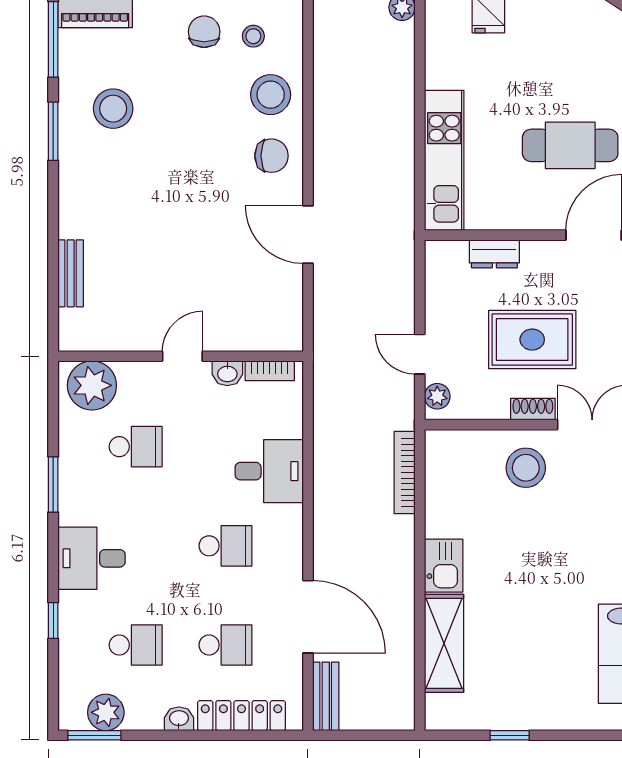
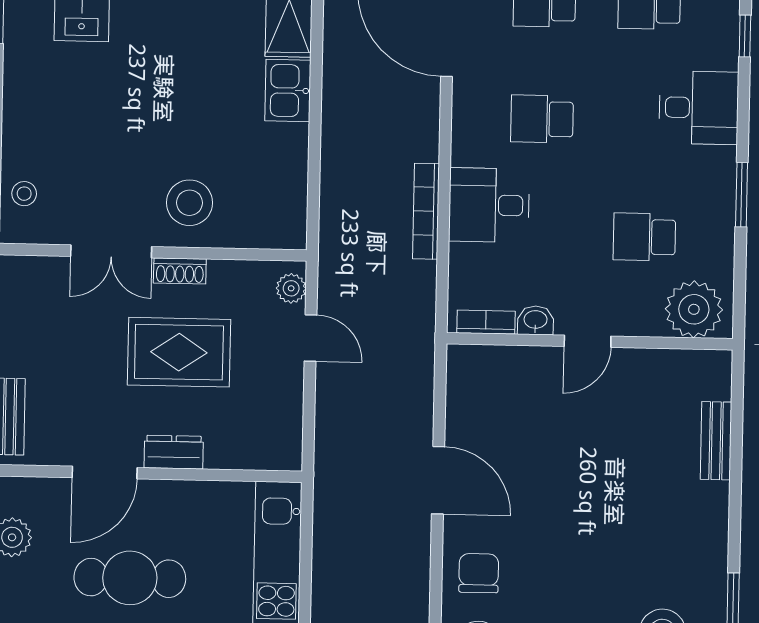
chair: (271, 156) -> (479, 573), turned 90
dresser: (494, 254) -> (174, 452), moved
bookcase: (405, 473) -> (426, 211), moved, turned 180

